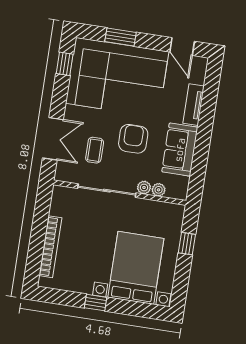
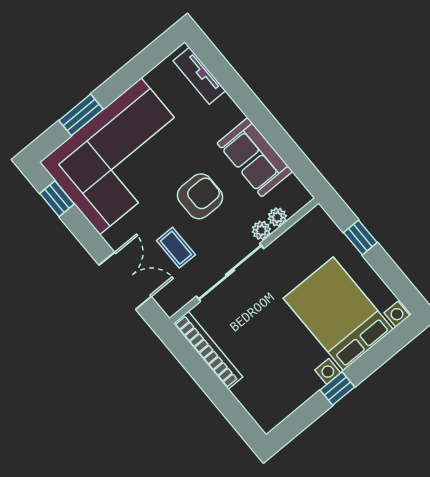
door: (182, 47) -> (148, 59), removed
tv unit: (194, 105) -> (199, 76), moved
armchair: (133, 139) -> (200, 196), turned 90
bookcase: (50, 247) -> (208, 350), moved

